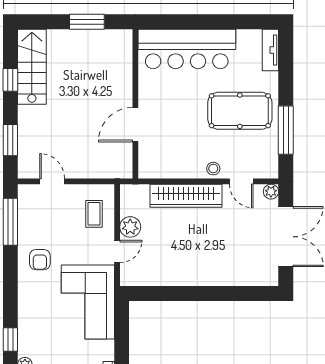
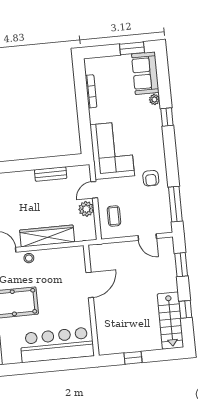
window: (87, 22) -> (133, 358), width x0.67
armchair: (40, 260) -> (151, 178), turned 180
bench: (173, 278) -> (51, 174), added

